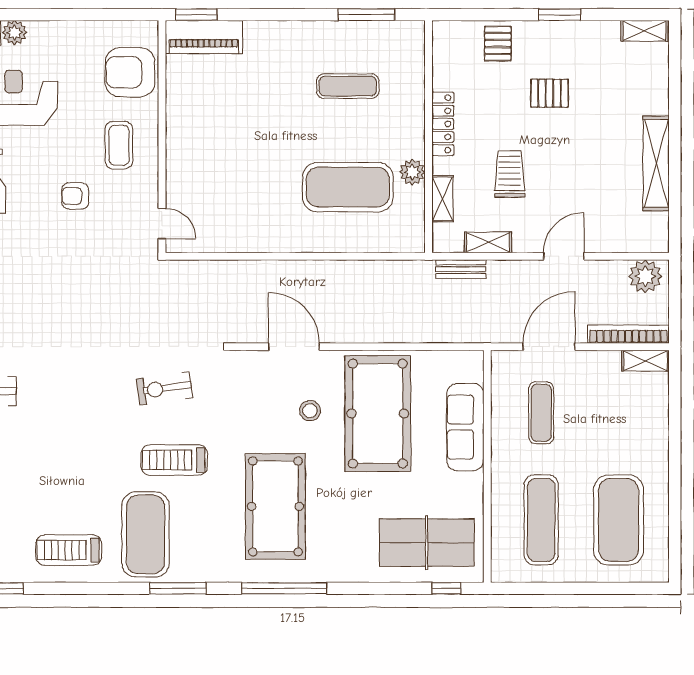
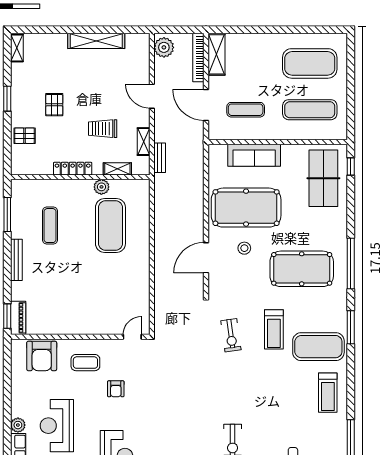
bench: (291, 30) -> (16, 260), added
piano: (204, 37) -> (18, 318), width x0.73, depth x0.75
shelving: (646, 361) -> (217, 54), width x1.50, depth x1.33

